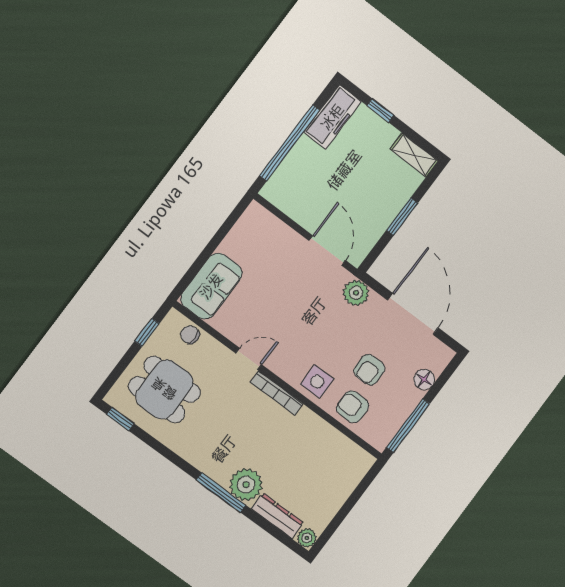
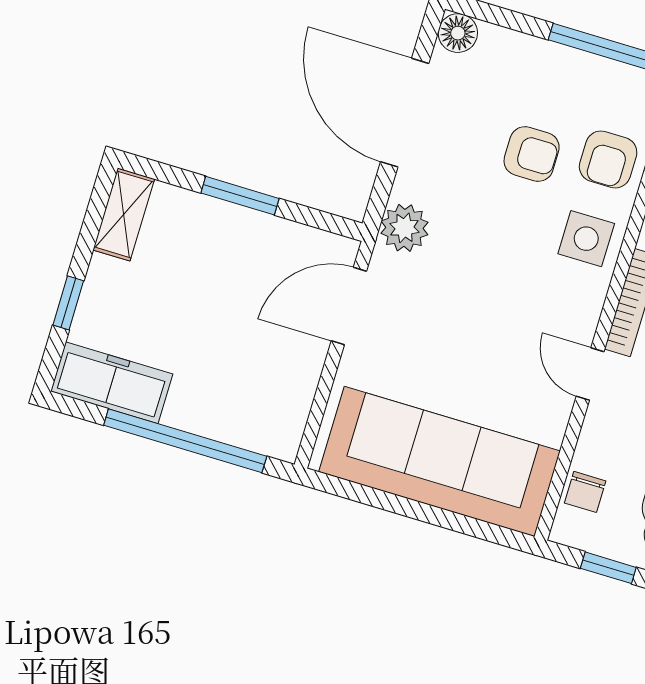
sofa: (211, 286) -> (439, 461), width x1.85, depth x1.27
door: (413, 314) -> (405, 113), hinge flipped
floor lamp: (424, 380) -> (458, 33), moved

